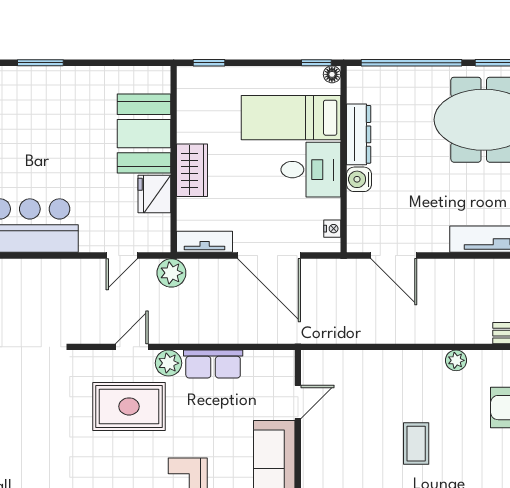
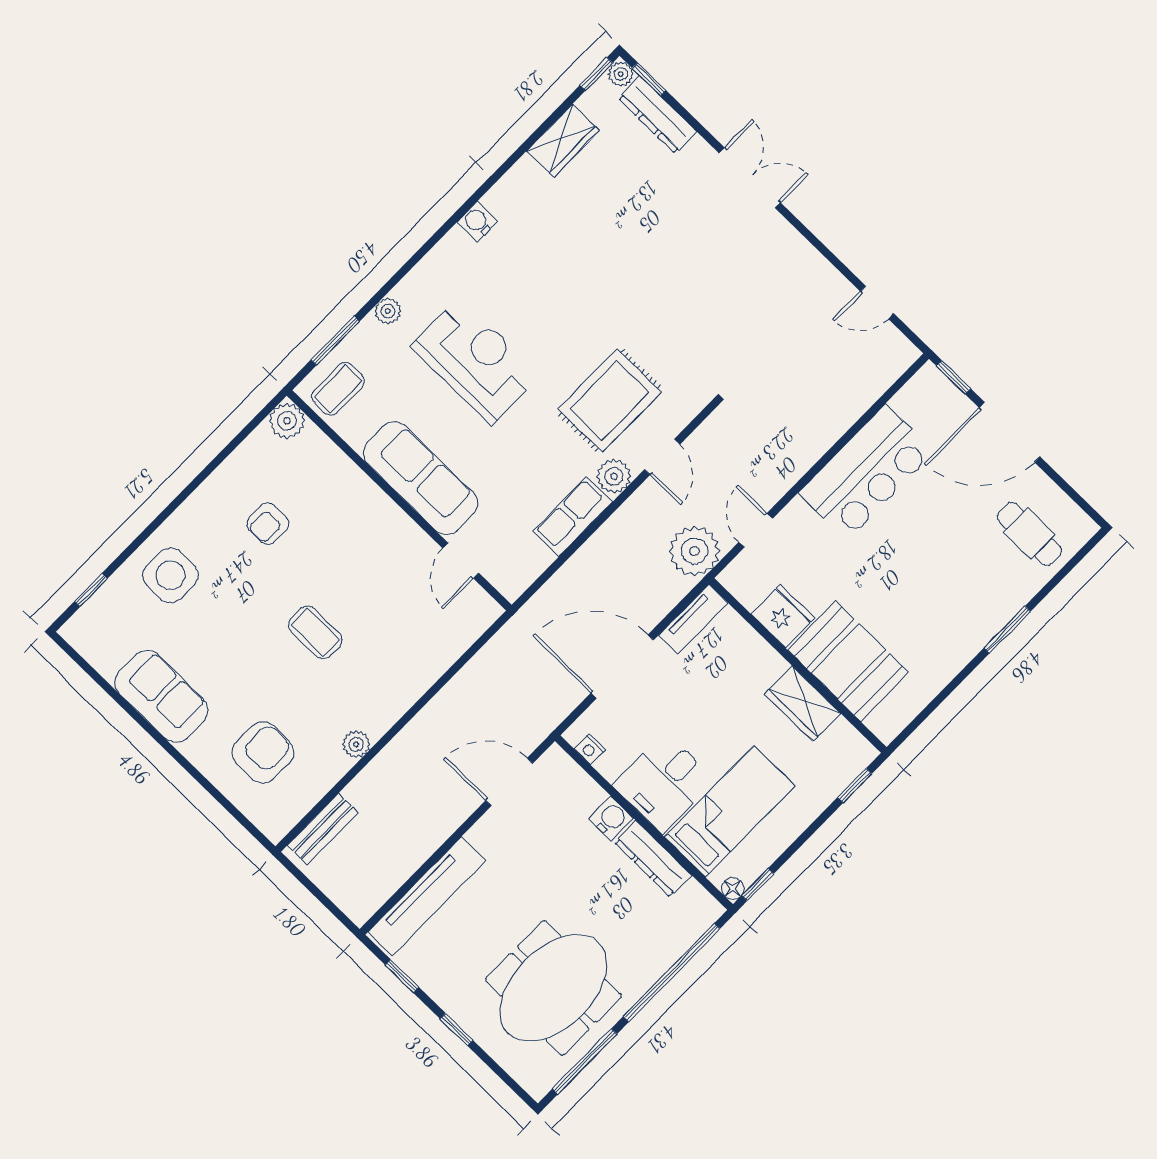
wardrobe: (192, 170) -> (803, 704), moved
plant: (171, 273) -> (694, 551), width x1.36, depth x1.36

